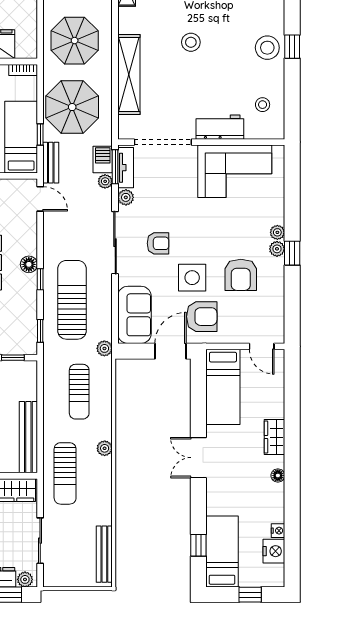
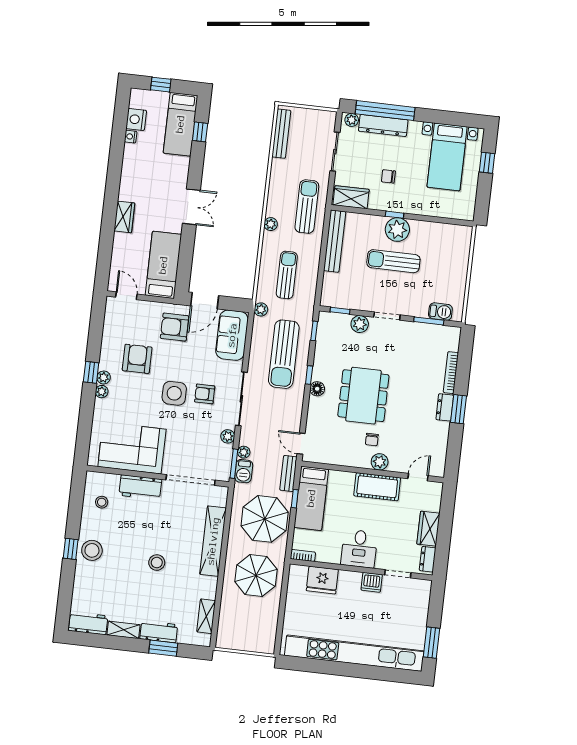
tv unit: (126, 168) -> (225, 462), removed
side table: (192, 278) -> (174, 393), moved
floor lamp: (278, 475) -> (125, 184), removed

